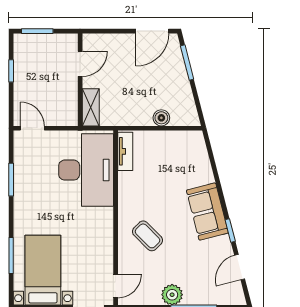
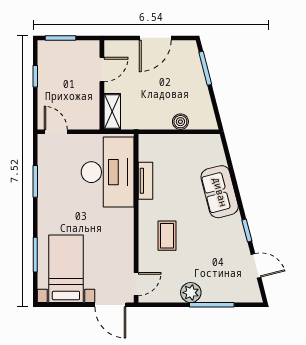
door: (152, 31) -> (155, 38), moved
tv unit: (125, 151) -> (145, 181), moved
sofa: (207, 212) -> (220, 192), moved
coffee table: (148, 236) -> (167, 236), turned 45
door: (240, 267) -> (256, 266), swing flipped

